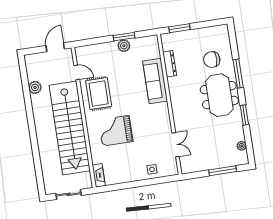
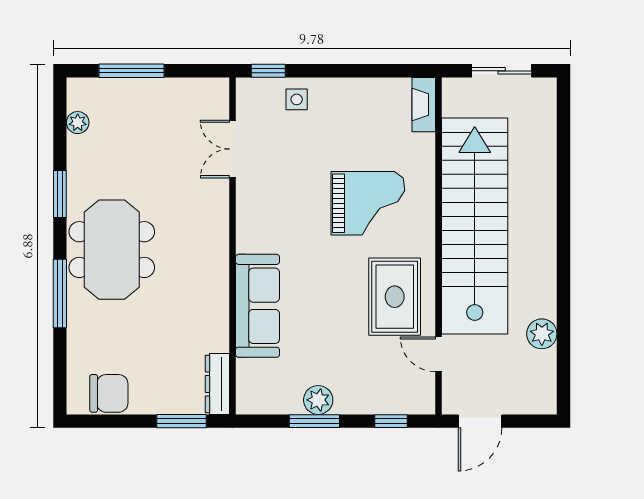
window: (92, 42) -> (391, 421), added
chair: (212, 60) -> (109, 393), moved
dresser: (170, 64) -> (217, 384), moved
window: (166, 180) -> (268, 71), added

